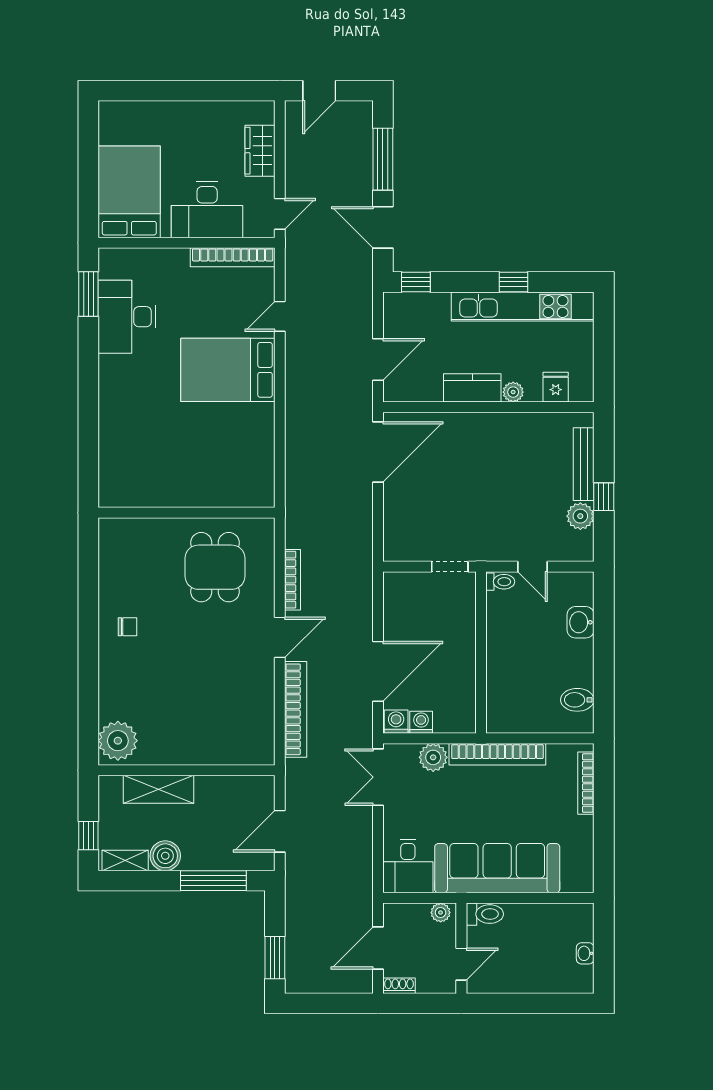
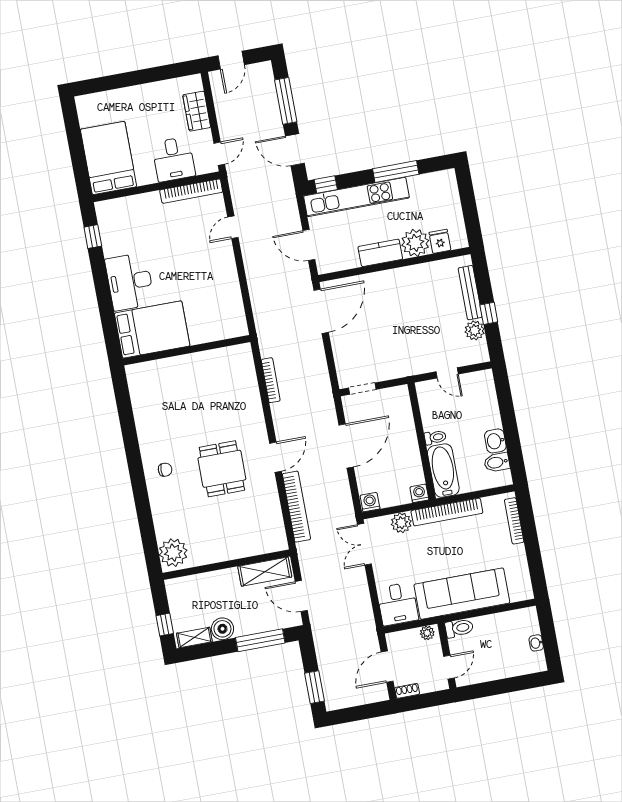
desk: (207, 210) -> (174, 159), width x0.73
window: (514, 282) -> (396, 172), width x2.17
window: (88, 294) -> (93, 237), width x0.67
kitchen unit: (523, 307) -> (356, 197), moved
desk: (127, 317) -> (130, 282), moved
door: (378, 359) -> (309, 245), swing flipped
bed: (228, 370) -> (152, 330), moved, turned 180
plant: (513, 392) -> (415, 243), width x1.87, depth x1.87
wall: (187, 513) -> (187, 350), moved
dining table: (215, 567) -> (222, 469), moved
doorway: (450, 567) -> (362, 389), moved
bookcase: (293, 580) -> (271, 380), moved
toilet: (500, 582) -> (435, 437), moved
washbasin: (581, 622) -> (495, 441), moved
door: (378, 671) -> (346, 446), moved
bathtub: (503, 697) -> (443, 471), added
washing machine: (421, 722) -> (419, 493), moved
shelving: (159, 789) -> (265, 572), moved
door: (280, 831) -> (301, 596), hinge flipped

